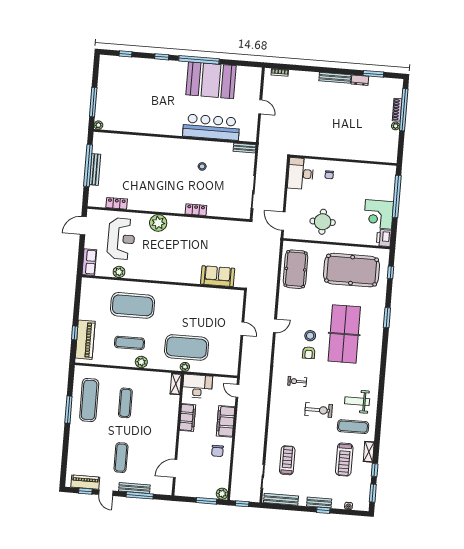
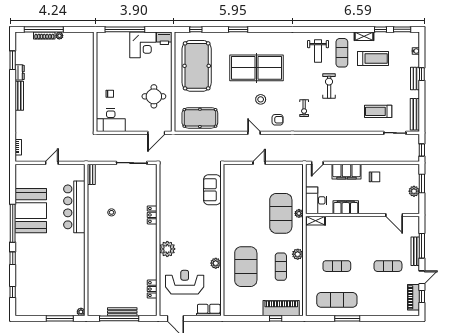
plant: (119, 272) -> (216, 263), moved
armchair: (309, 353) -> (278, 120), moved
plant: (222, 494) -> (414, 191), moved

